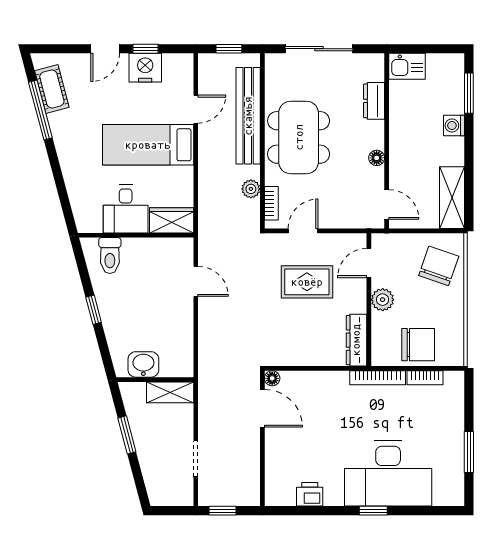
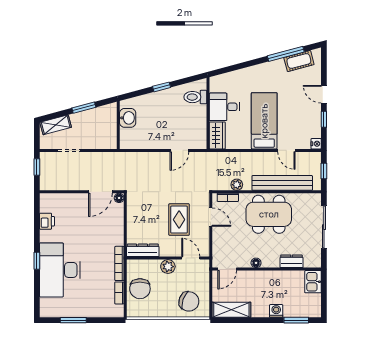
nightstand: (145, 68) -> (316, 144), moved, width x0.53, depth x0.56
shelving: (170, 392) -> (56, 125), moved, turned 75

